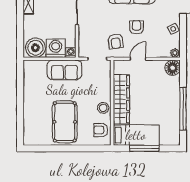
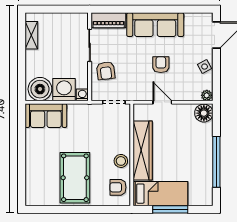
armchair: (116, 41) -> (106, 71), moved
door: (138, 59) -> (162, 102), hinge flipped
sofa: (64, 70) -> (46, 116), moved

